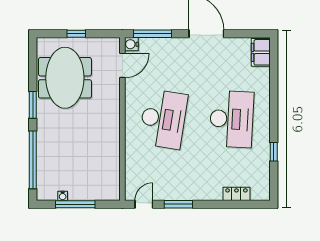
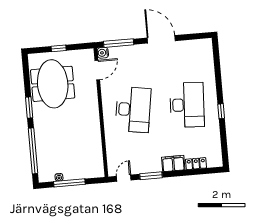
filing cabinet: (261, 52) -> (173, 164), moved, turned 90
window: (274, 152) -> (221, 111), moved

